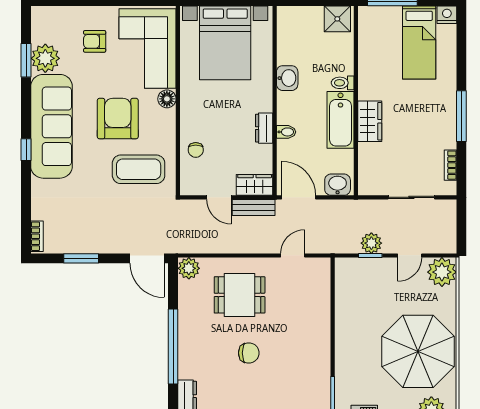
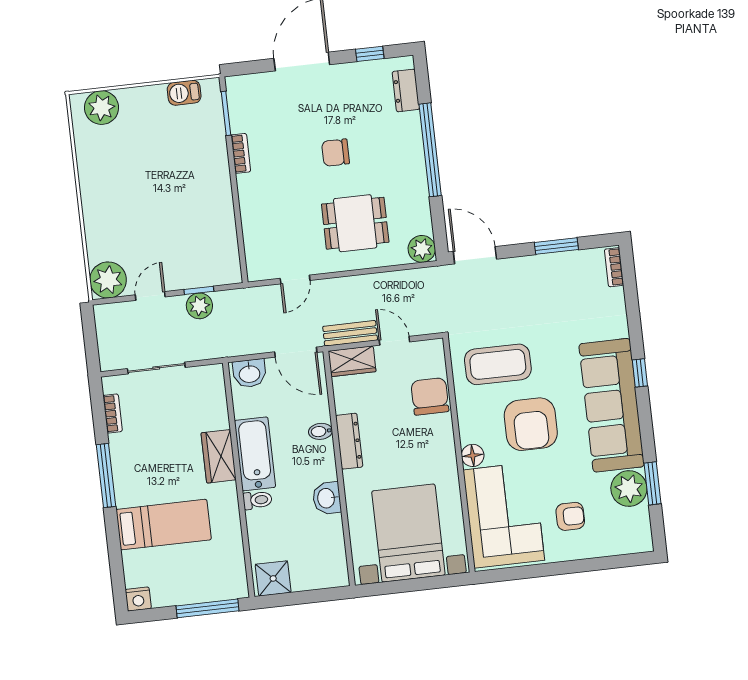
bed: (419, 43) -> (164, 525), moved, turned 90
dresser: (264, 128) -> (349, 441), width x1.44
chair: (196, 150) -> (430, 396), width x1.87, depth x1.87
parasol: (418, 351) -> (126, 178), removed
bookcase: (324, 361) -> (241, 153), added

